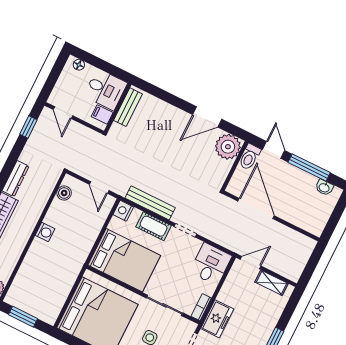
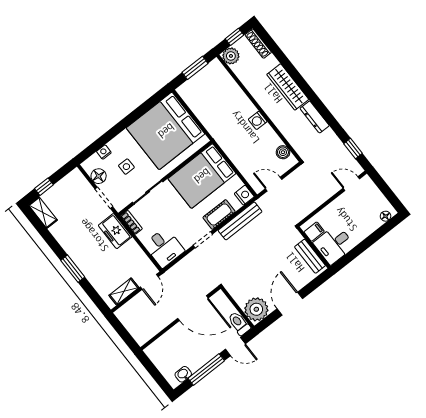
desk: (105, 89) -> (334, 244), moved
bench: (128, 107) -> (310, 256), moved
wall: (118, 108) -> (314, 247), moved
filing cabinet: (102, 114) -> (314, 232), moved

